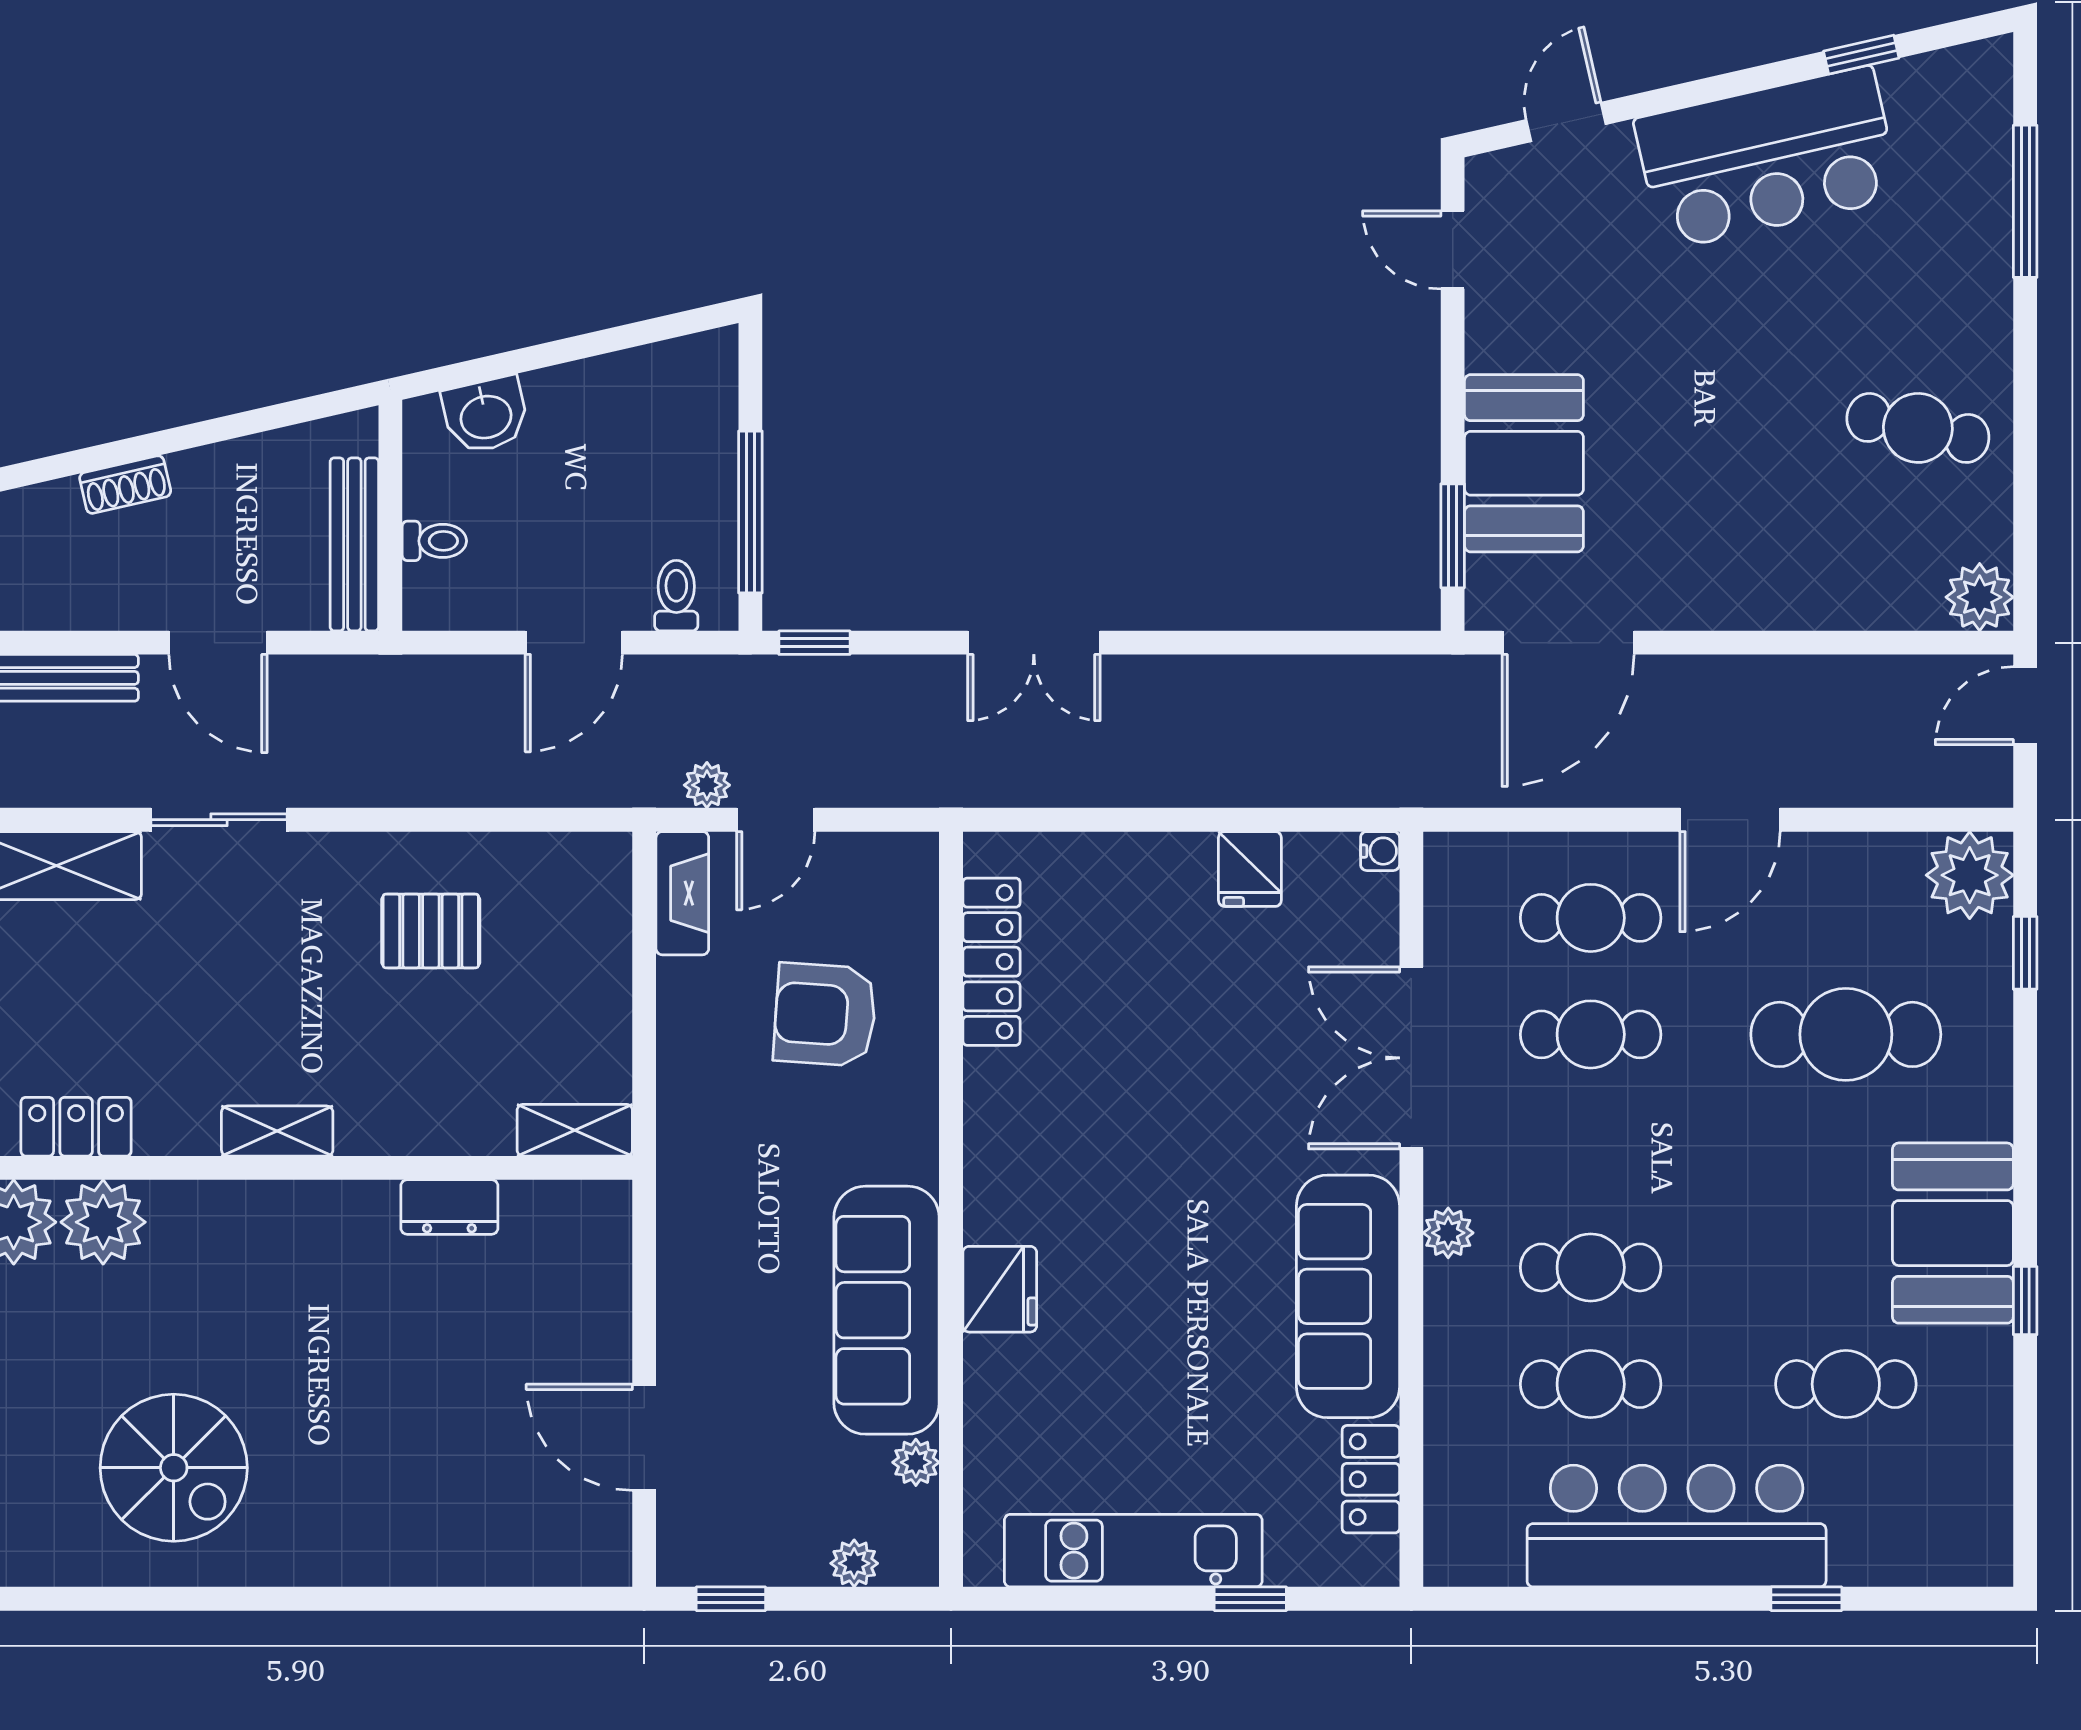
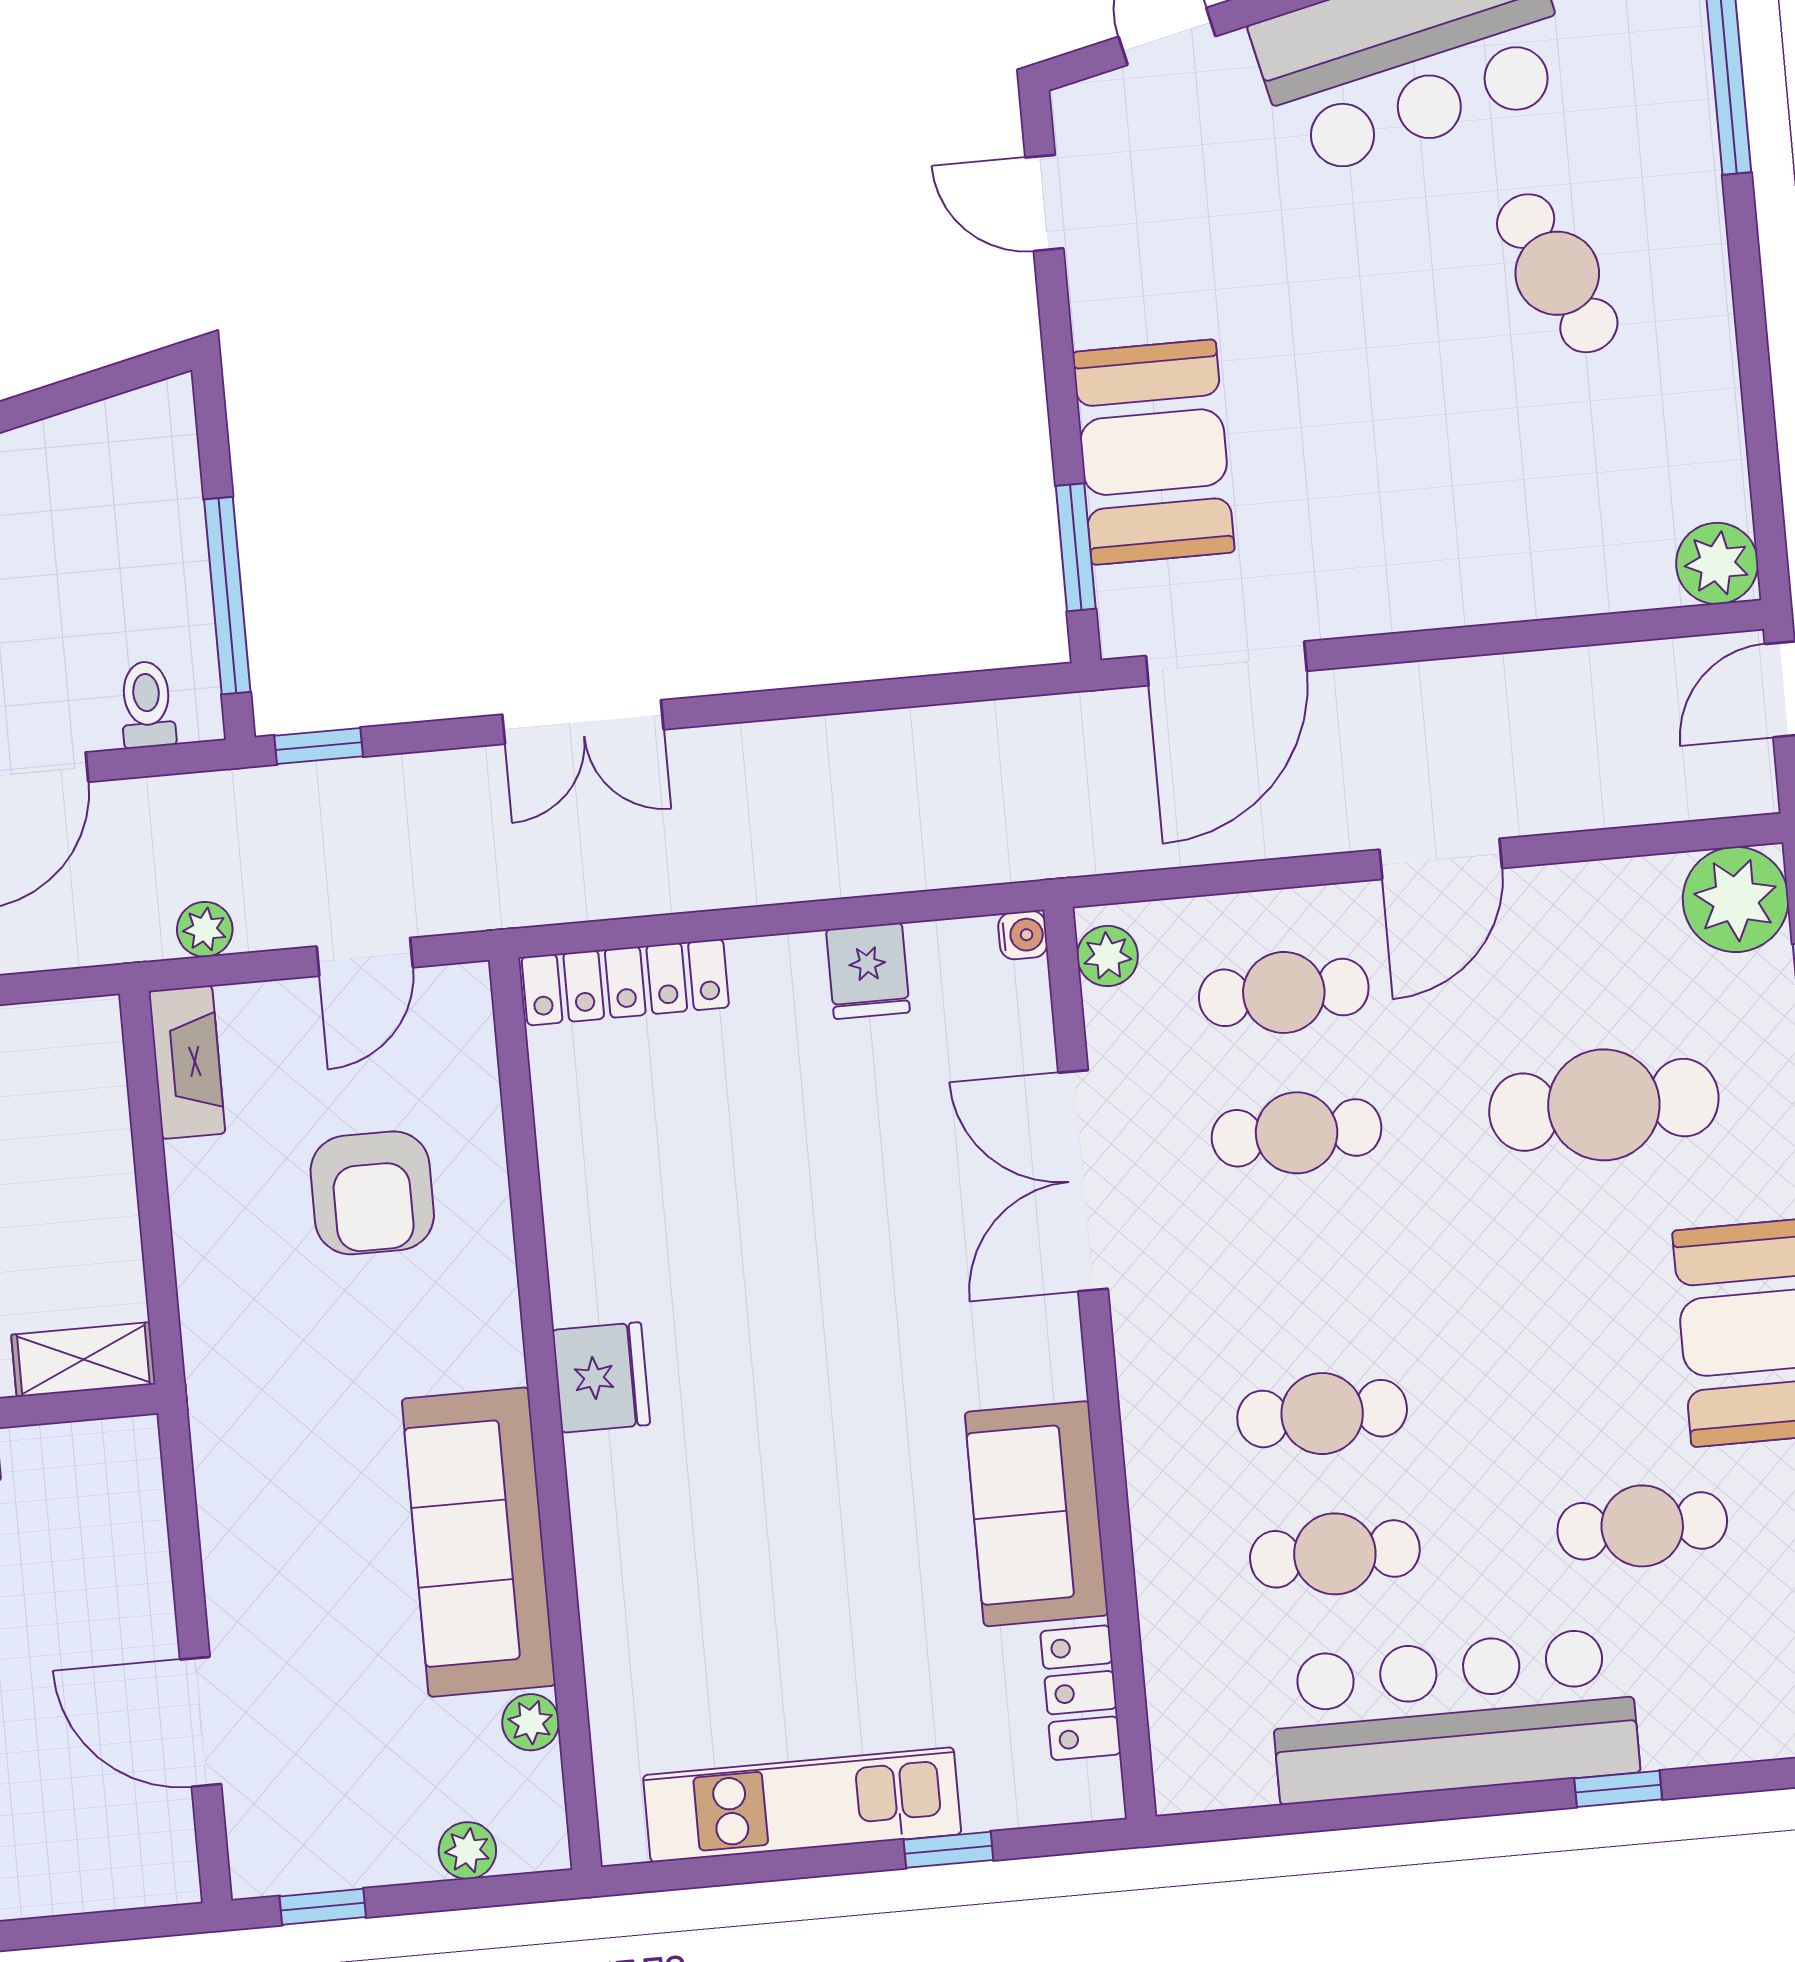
cafe table: (1918, 428) -> (1557, 273), moved, turned 52
door: (776, 820) -> (365, 957), moved
locker: (991, 962) -> (625, 982), moved, turned 90
armchair: (825, 1015) -> (372, 1193), turned -94
plant: (1448, 1233) -> (1107, 956), moved
fridge: (1000, 1289) -> (601, 1377), moved
sofa: (1348, 1296) -> (1036, 1514), width x0.73

